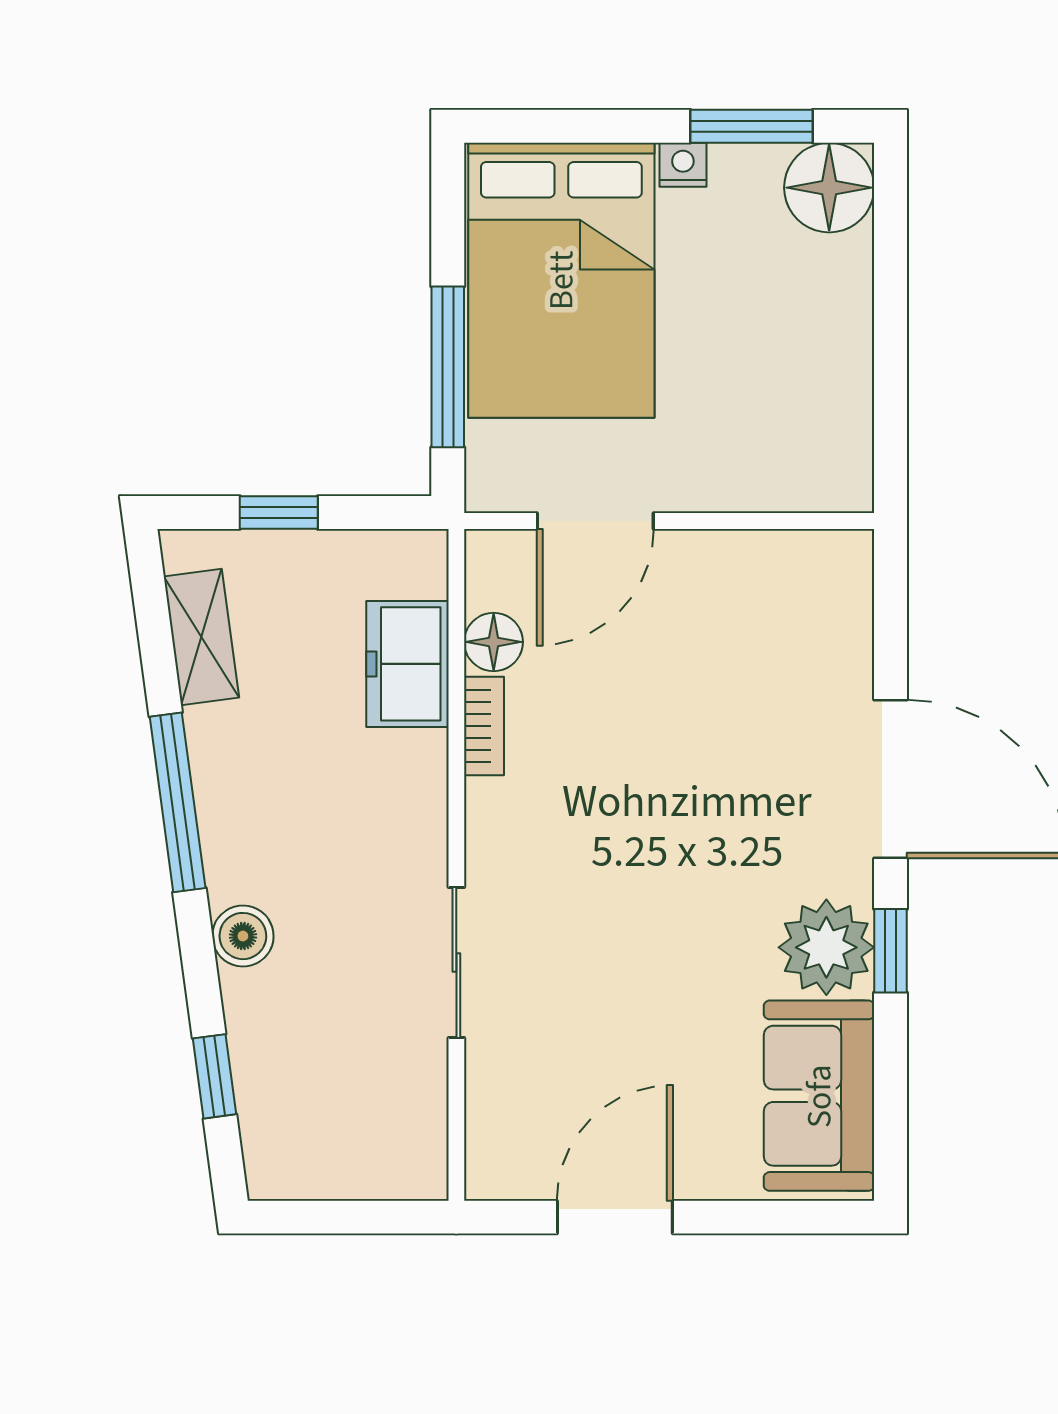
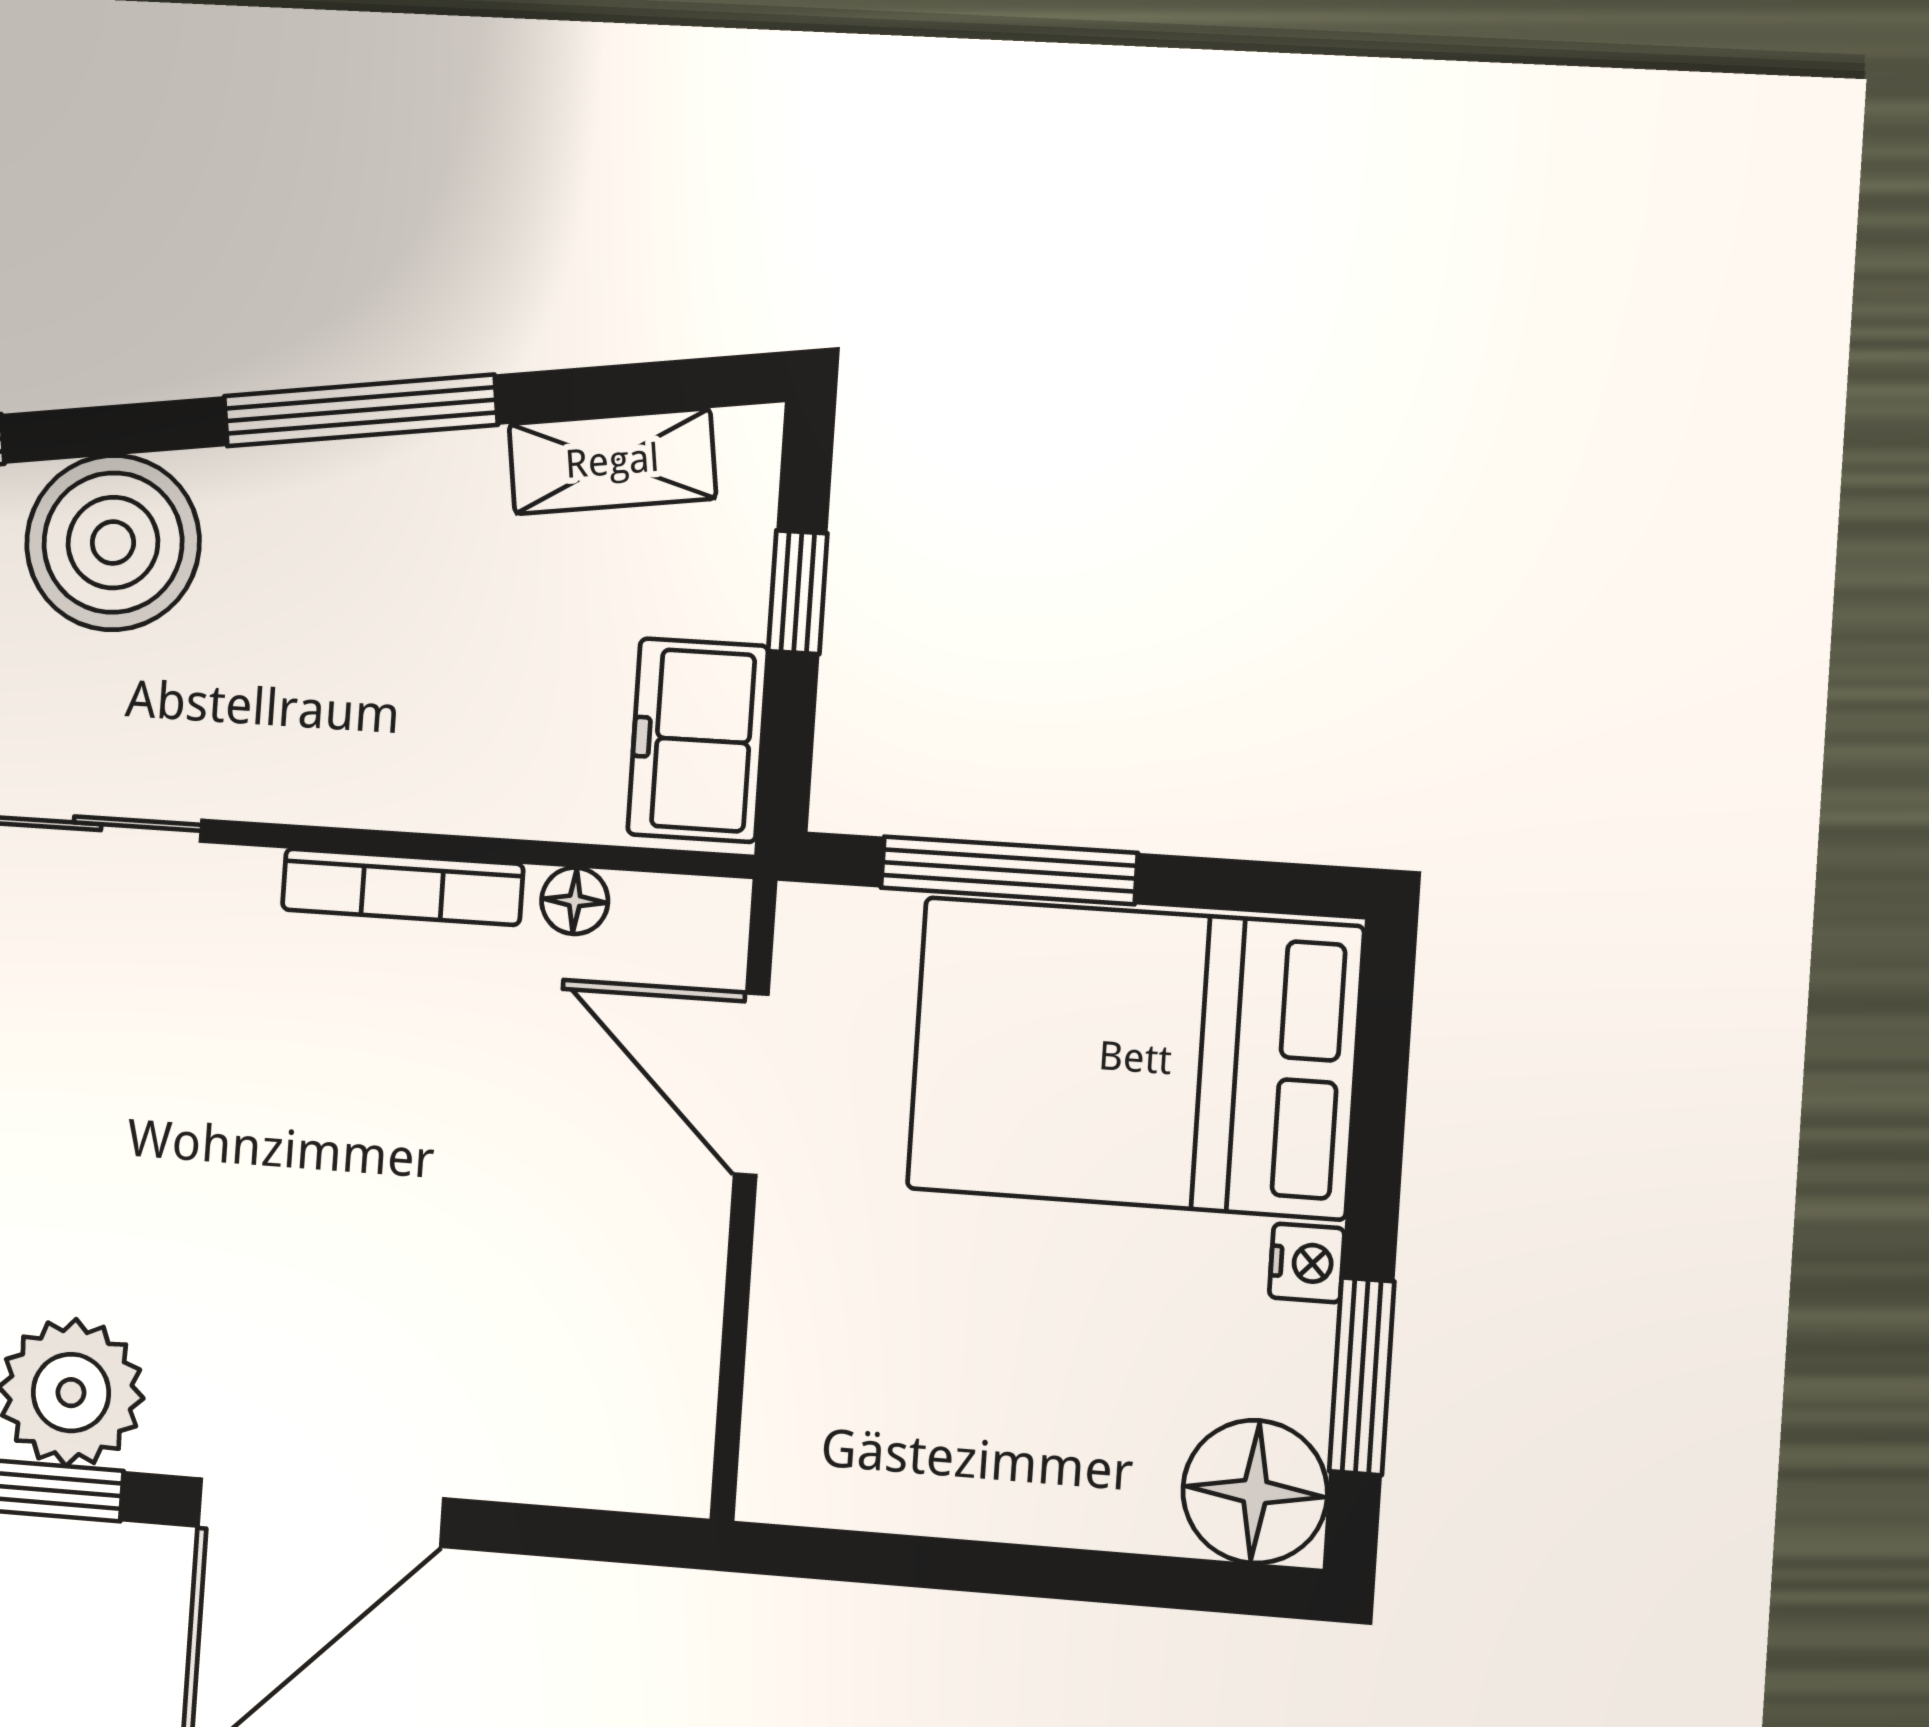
floor lamp: (494, 642) -> (575, 901), width x0.73, depth x0.73
freezer: (407, 664) -> (698, 740), moved, turned -90
bookcase: (484, 726) -> (403, 887), width x1.56
boiler: (243, 936) -> (113, 543), width x1.86, depth x1.86

